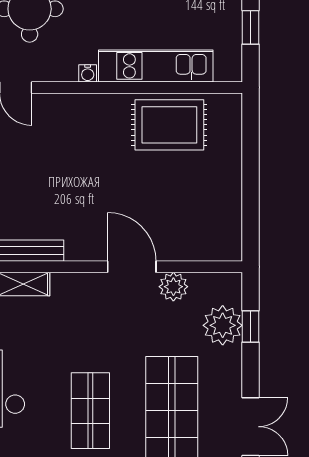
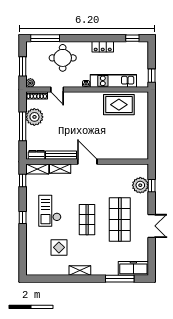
window: (251, 27) -> (152, 76), moved
door: (132, 267) -> (87, 162), moved
plant: (173, 287) -> (121, 170), removed

